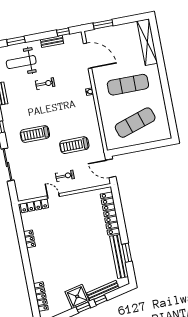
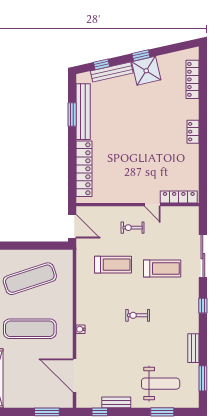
exercise bike: (45, 84) -> (138, 315), moved
treadmill: (35, 134) -> (162, 268), moved
locker: (29, 239) -> (193, 132), moved
window: (100, 300) -> (101, 64), moved

